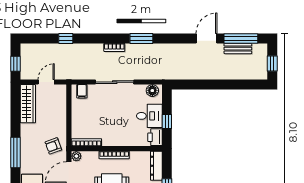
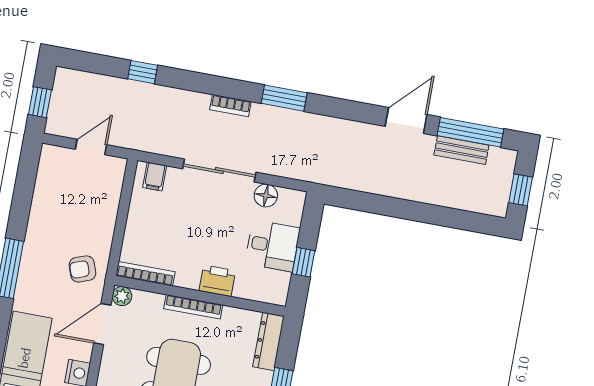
floor lamp: (152, 91) -> (266, 196), moved
wardrobe: (28, 104) -> (49, 181), removed
printer: (155, 137) -> (217, 281), moved, turned 90

